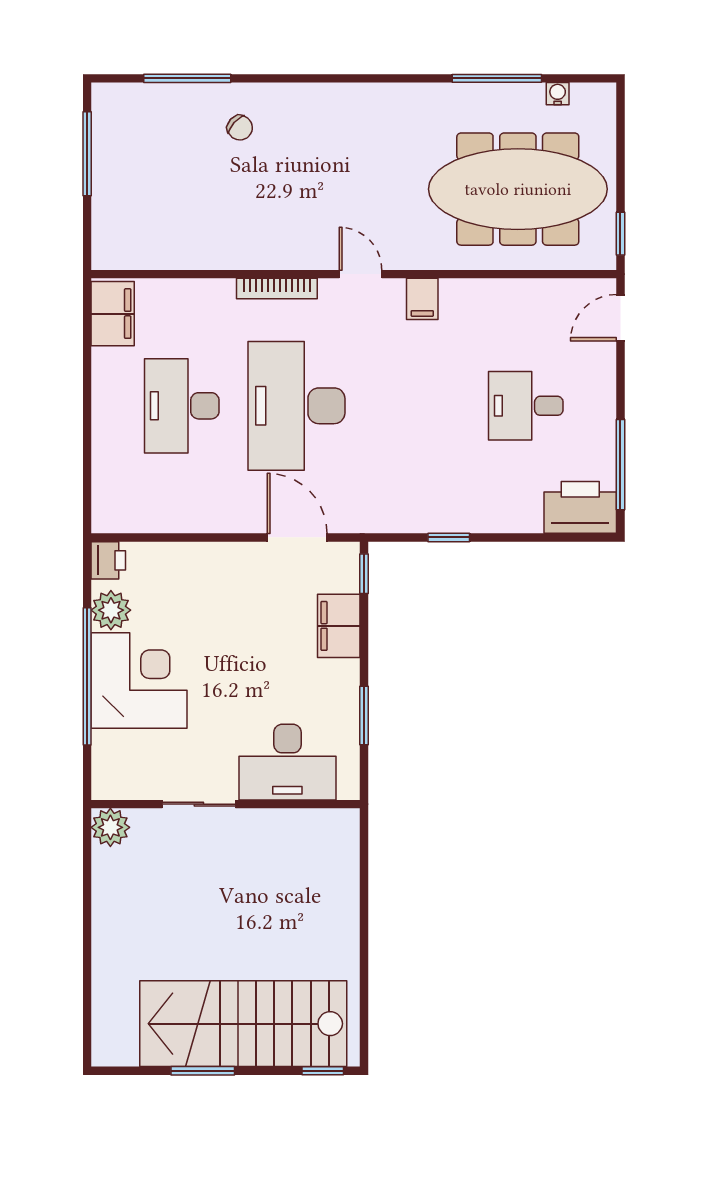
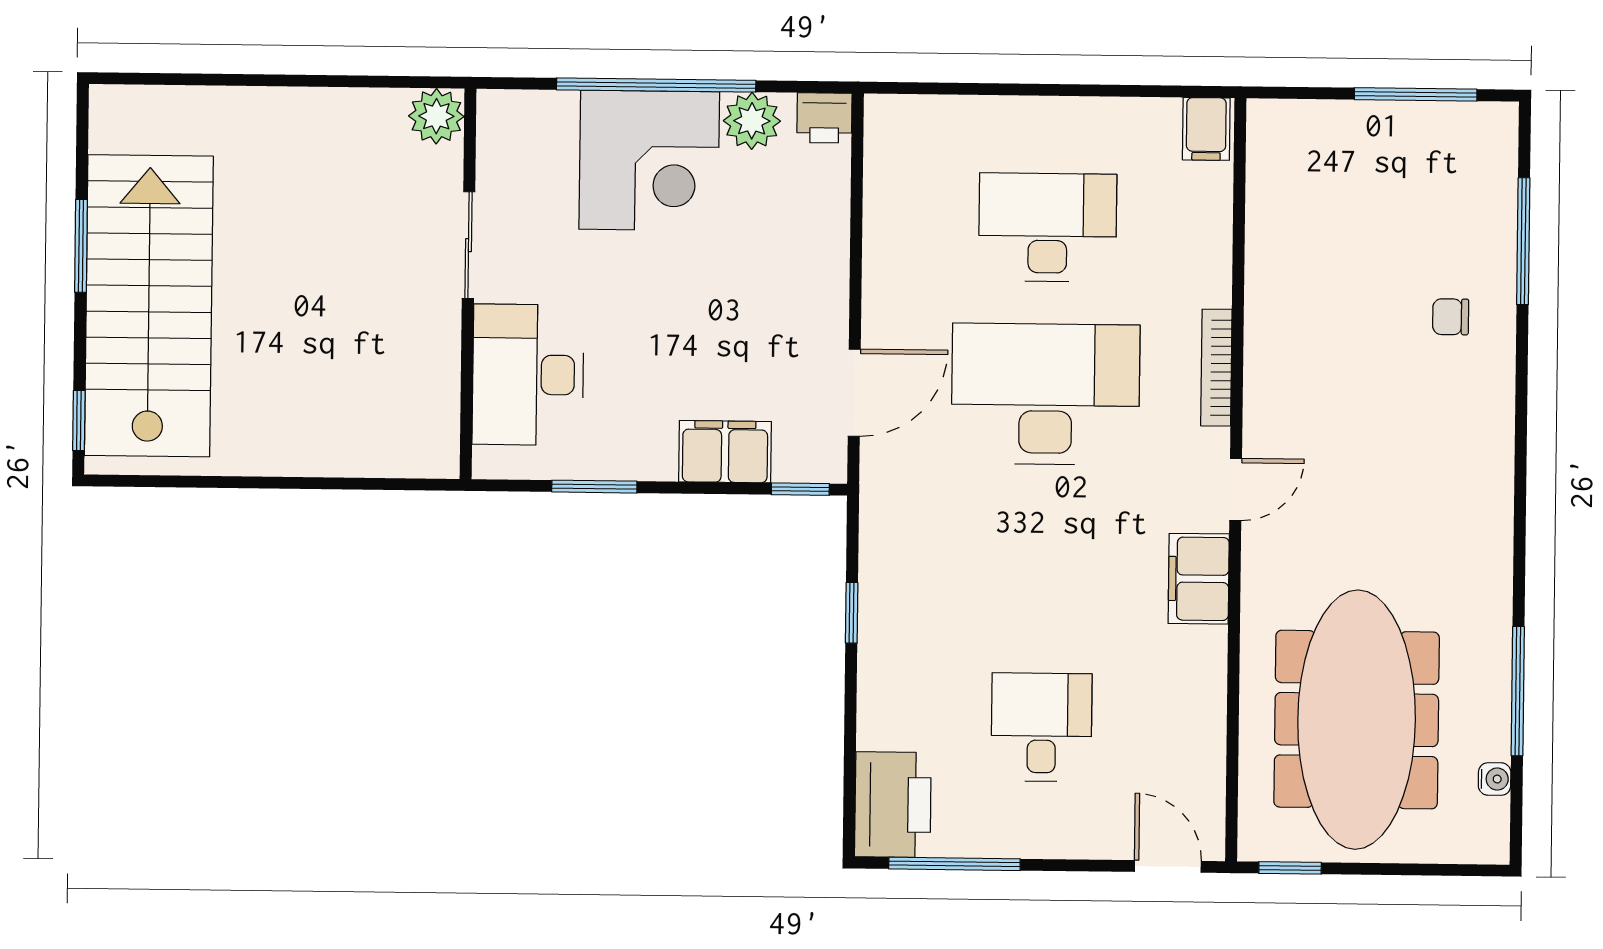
chair: (240, 128) -> (1451, 317), turned 48
filing cabinet: (422, 299) -> (1199, 579), width x2.00
filing cabinet: (113, 314) -> (1206, 129), width x0.50

